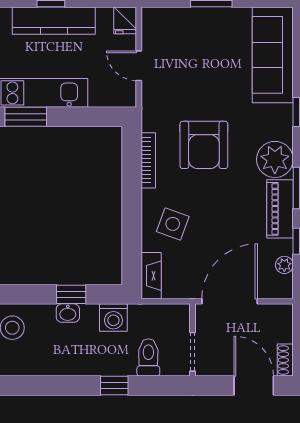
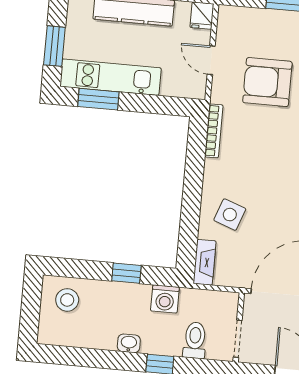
armchair: (204, 145) -> (267, 82), moved, turned 90
bookcase: (148, 160) -> (214, 131), moved
washbasin: (68, 313) -> (129, 343), moved, turned 180

